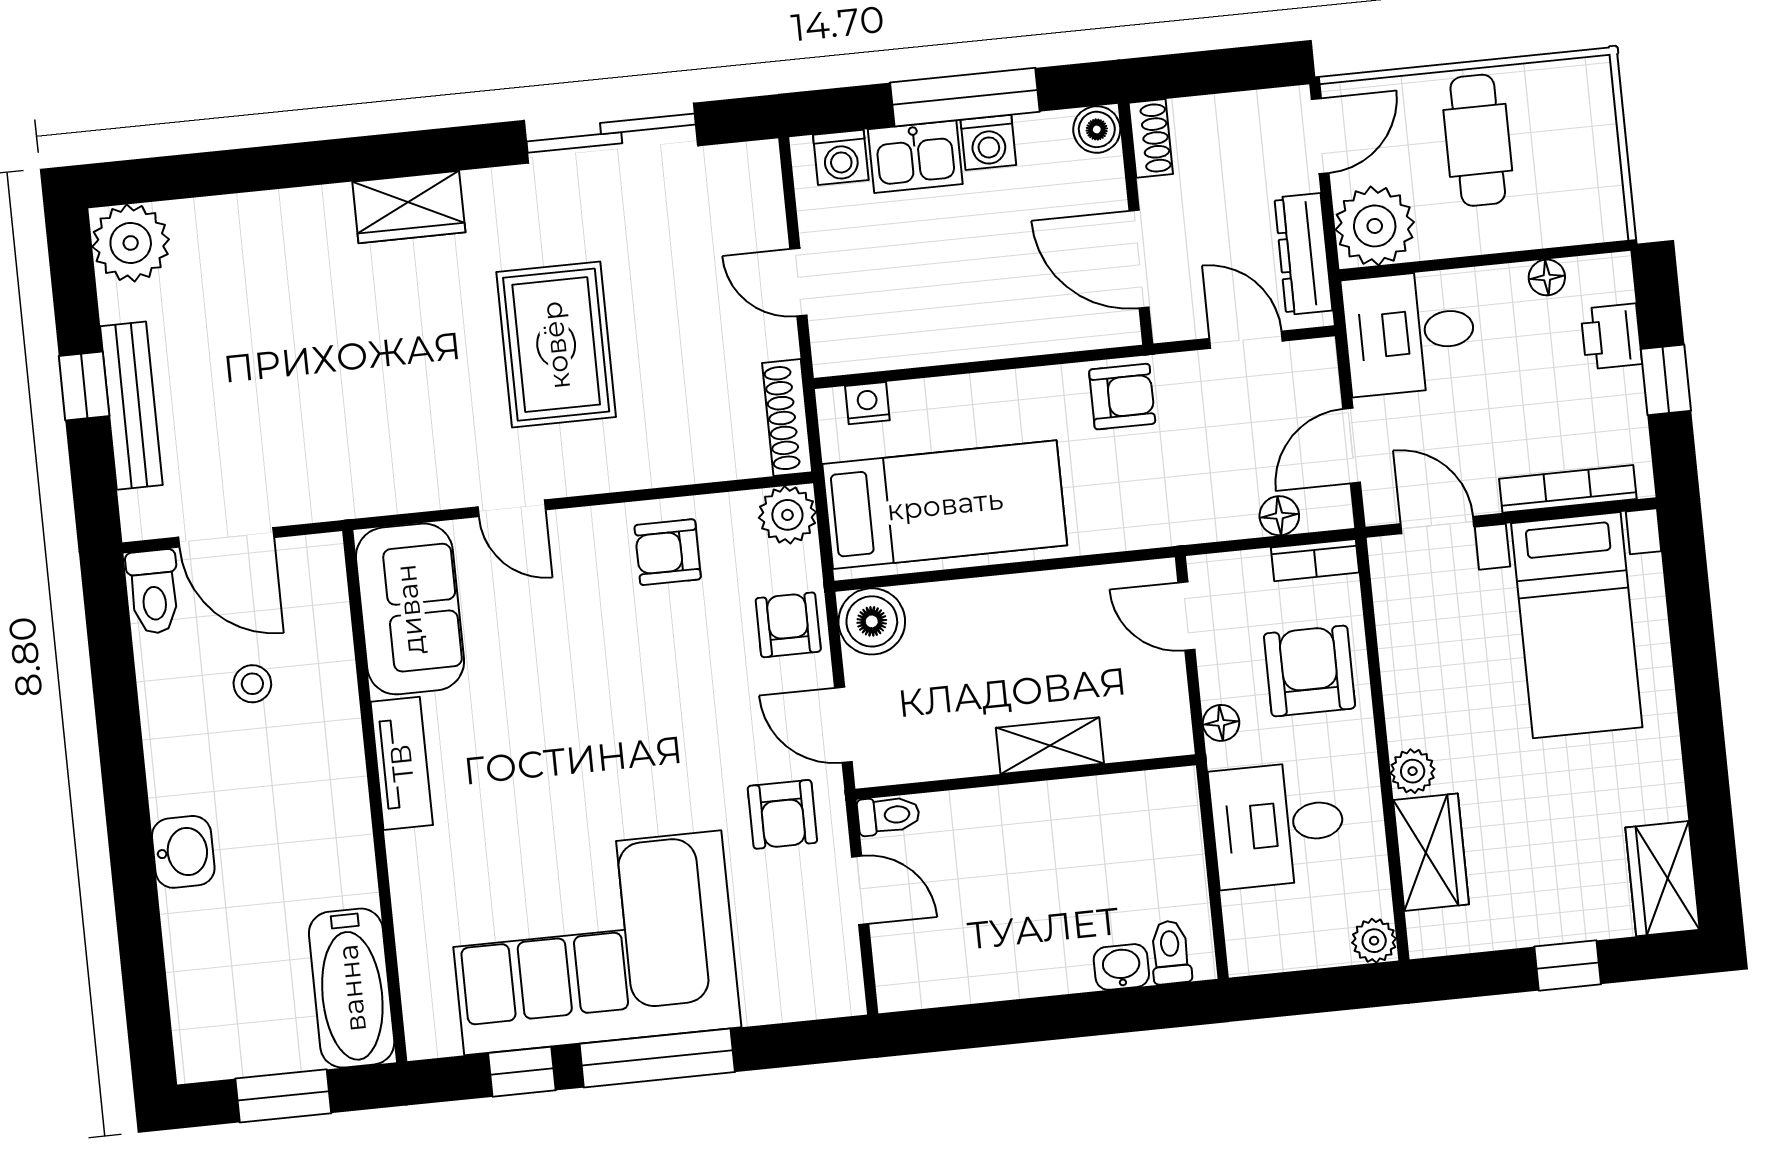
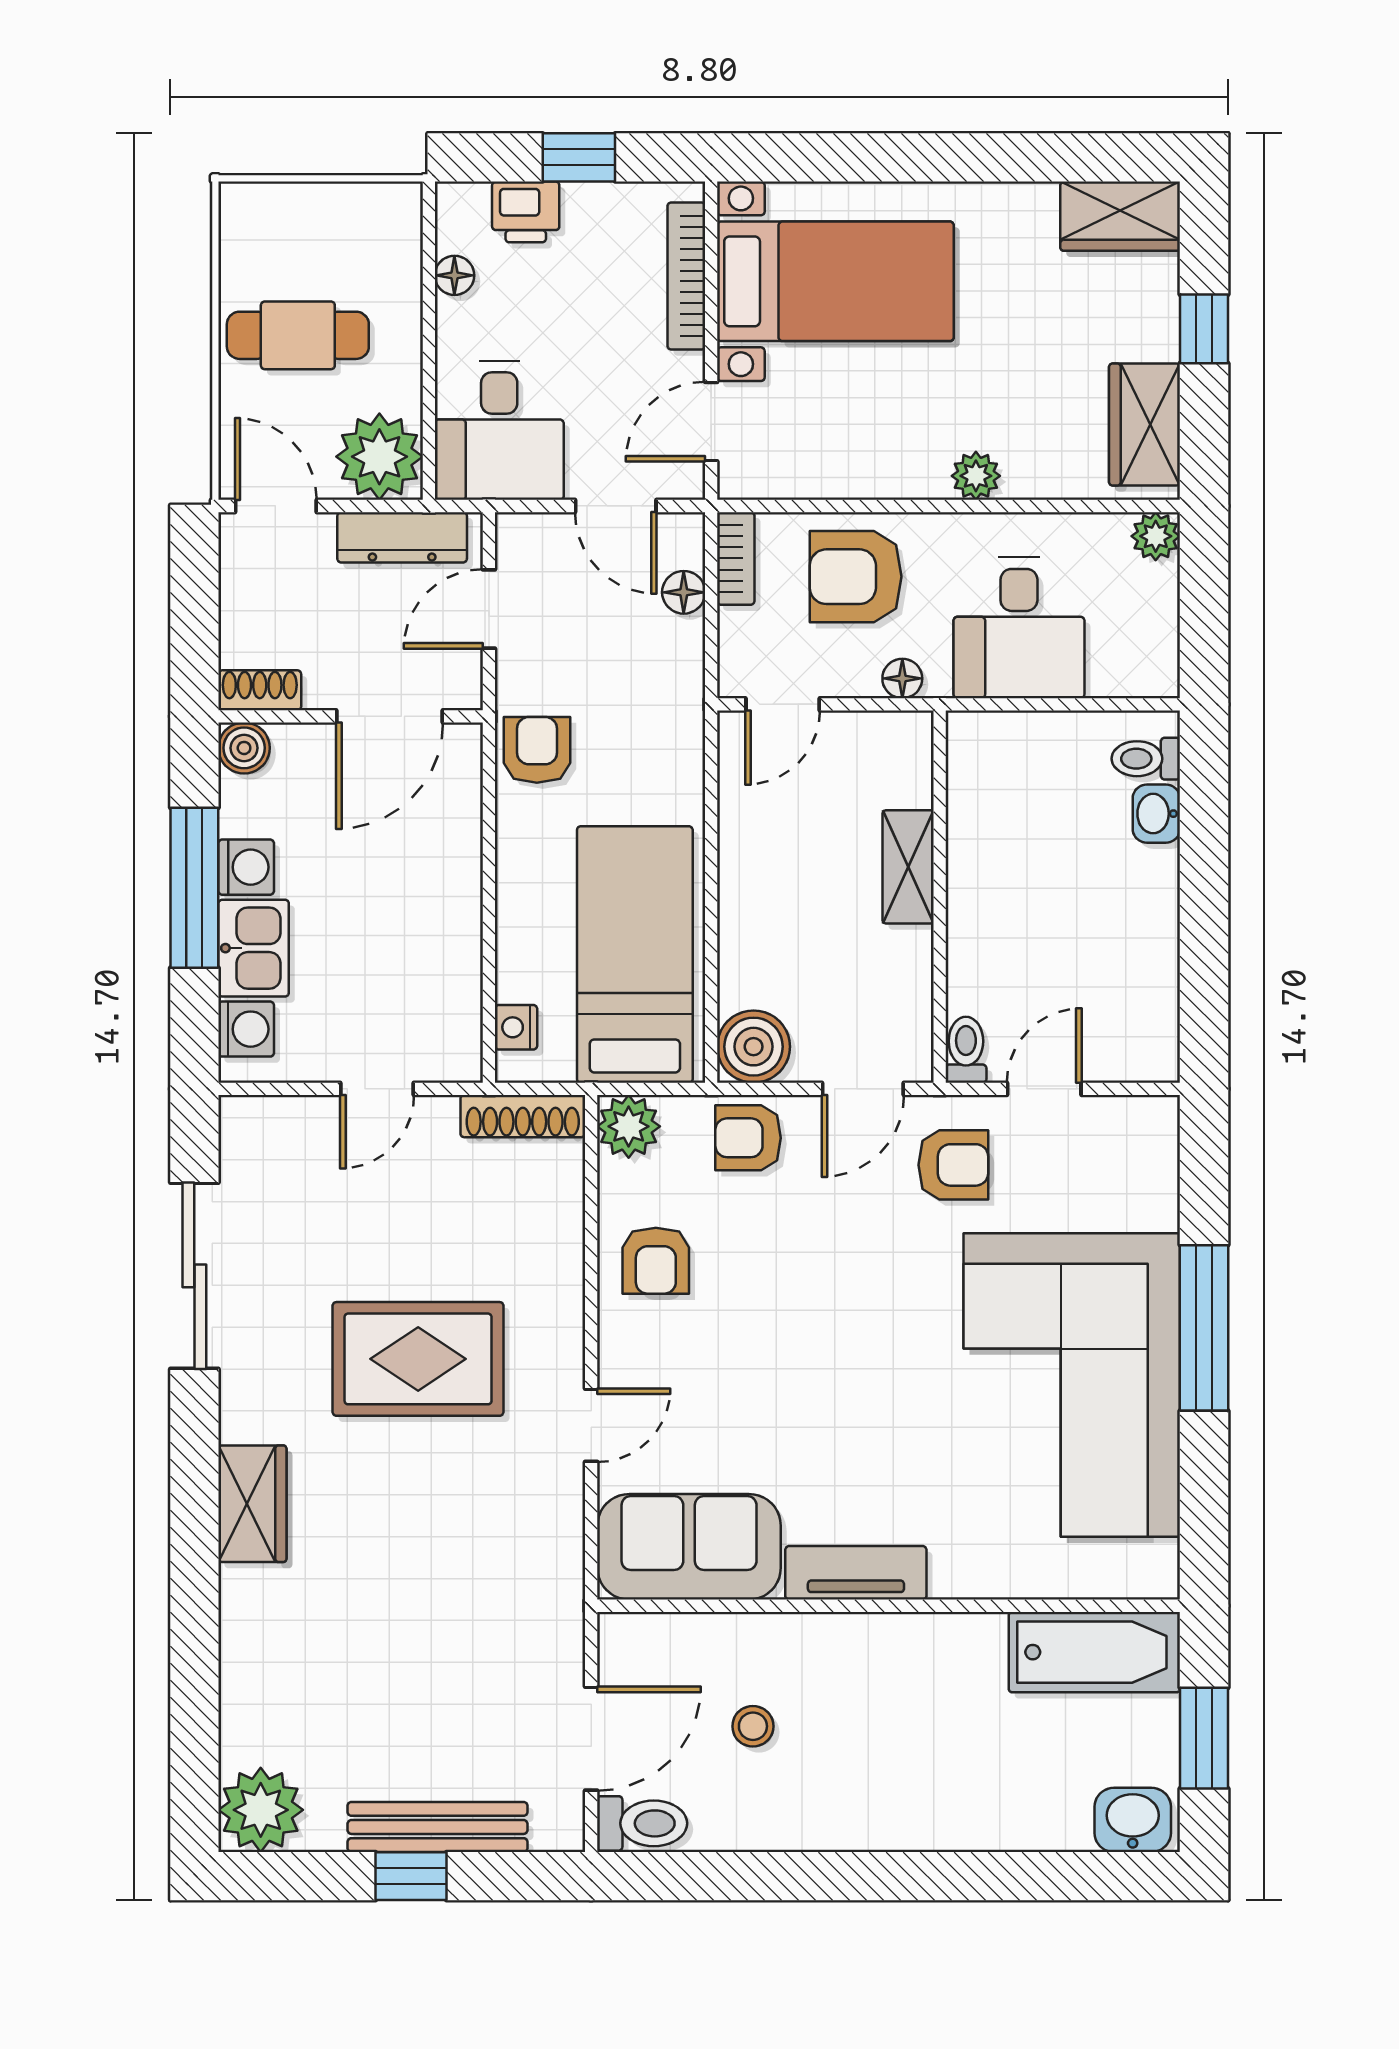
washbasin: (183, 852) -> (1133, 1820), moved
wardrobe: (1431, 852) -> (1145, 424), moved, turned -90
window: (522, 1072) -> (1204, 1476), removed

